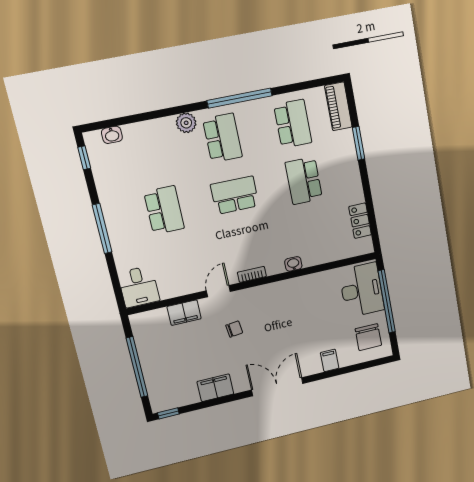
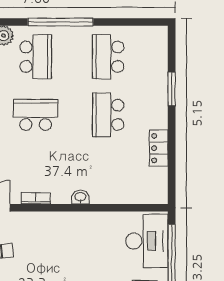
piano: (338, 106) -> (158, 49), removed
school desk: (293, 124) -> (108, 57), turned 180
locker: (360, 221) -> (159, 148), moved

